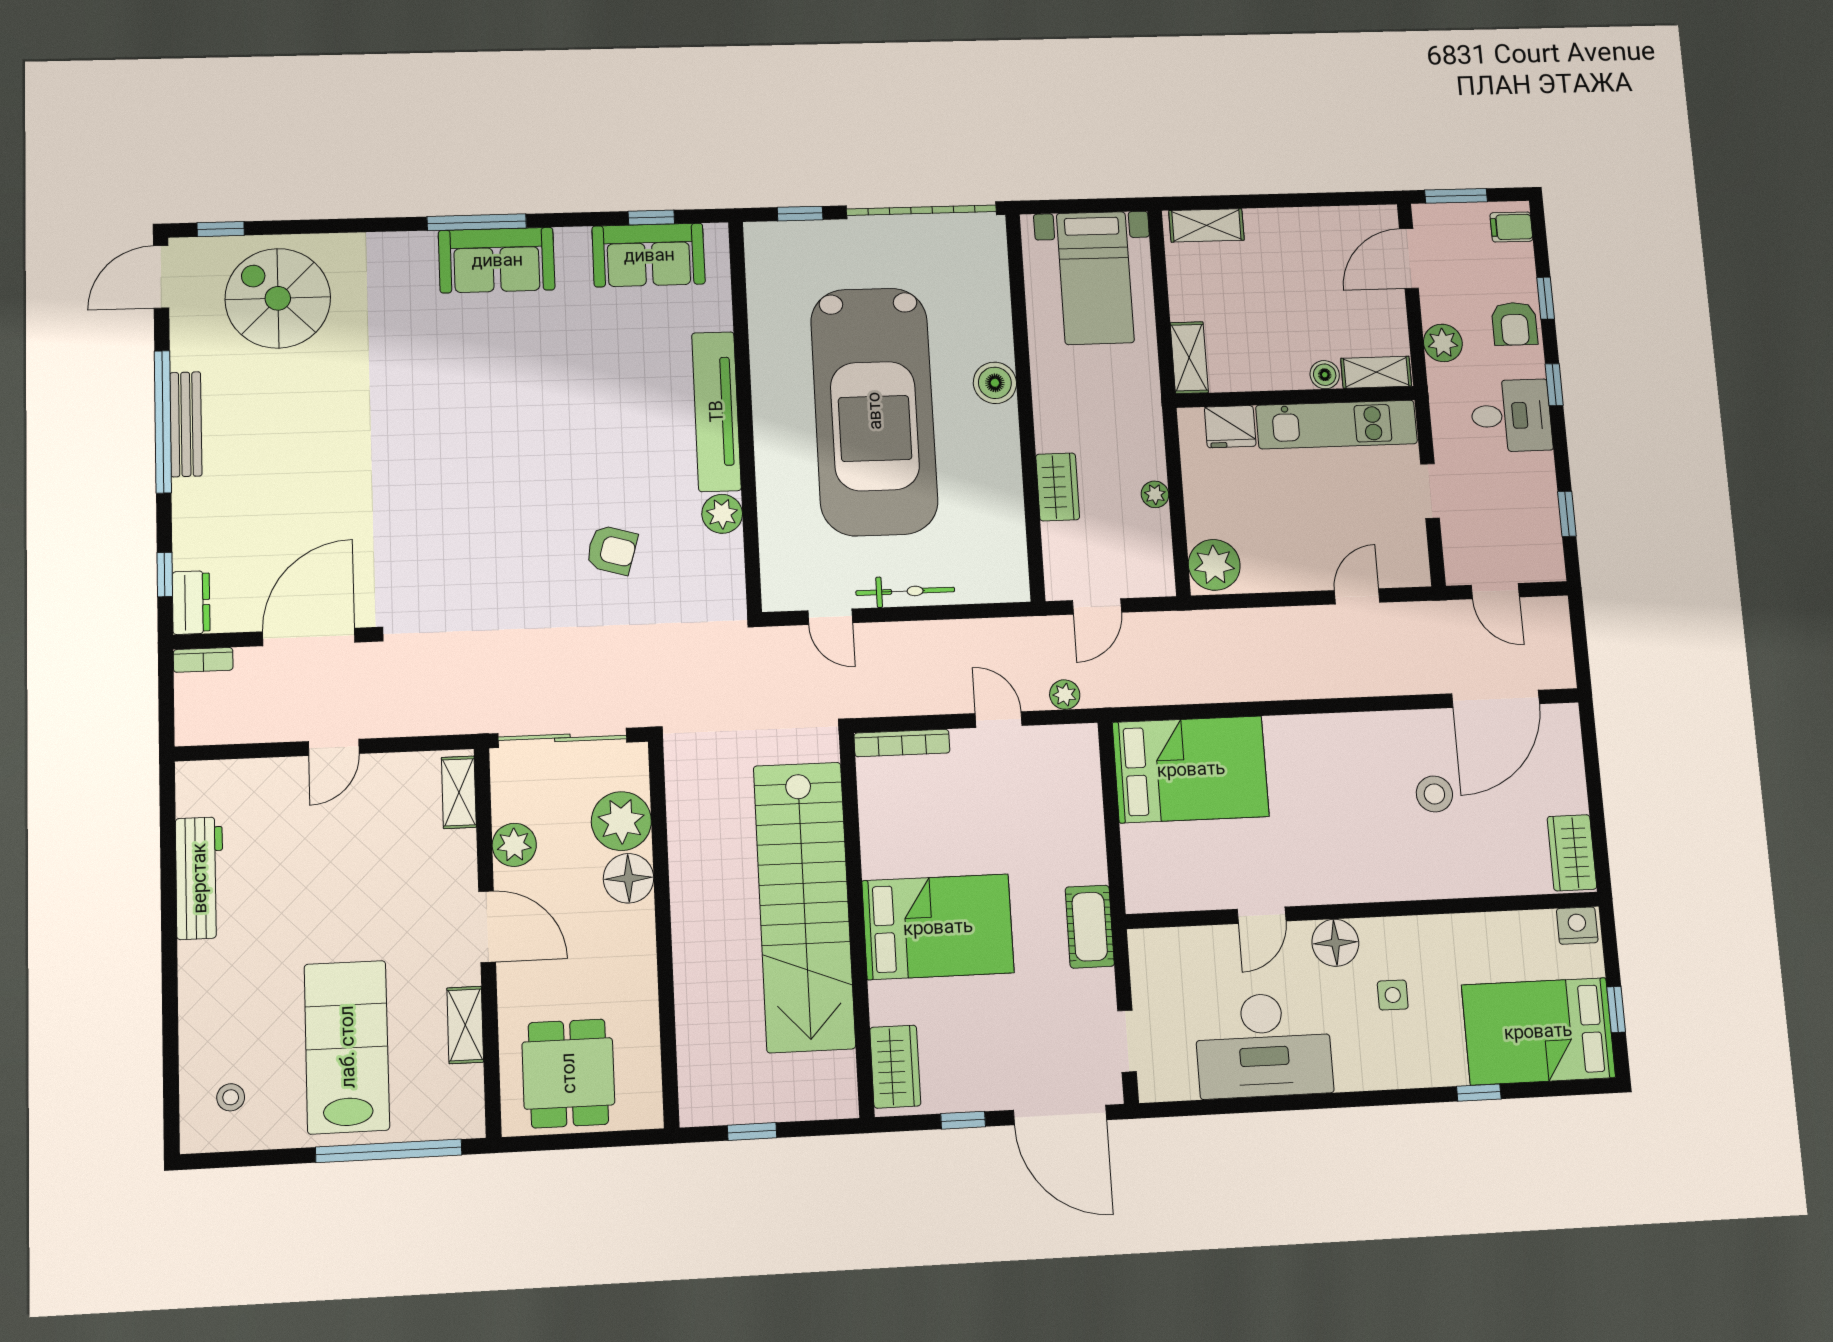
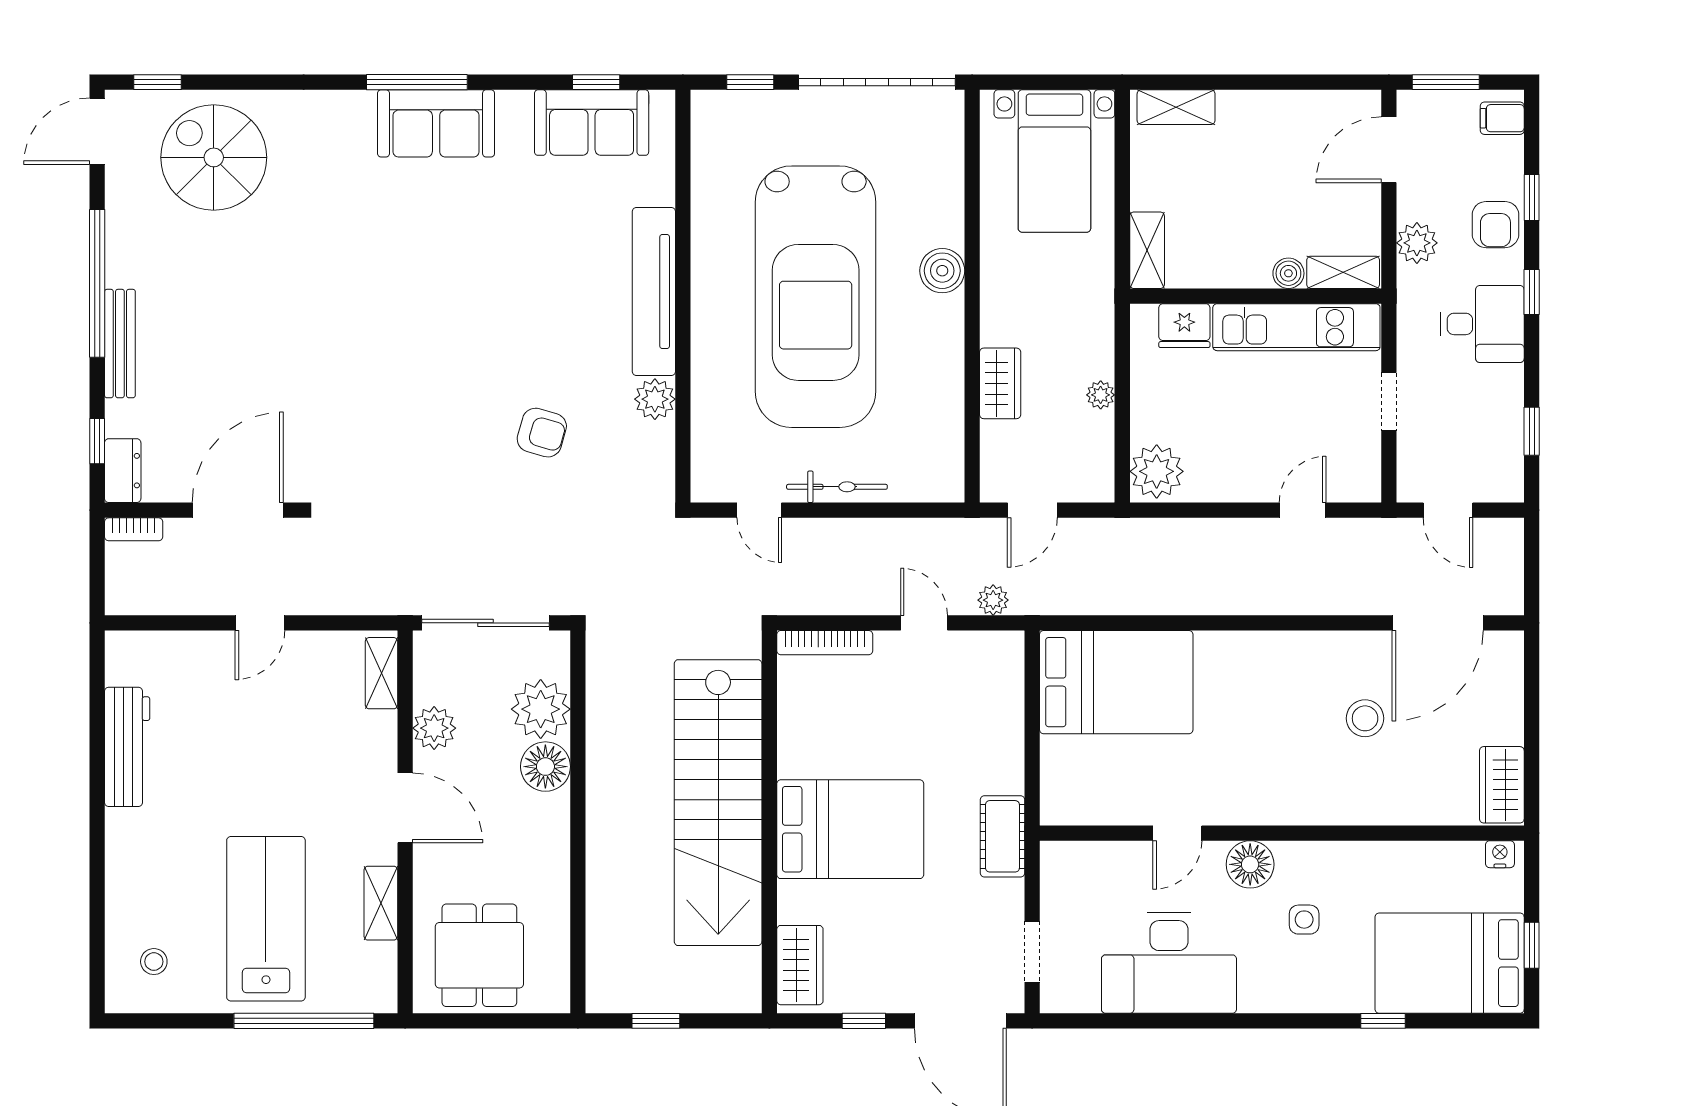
bench: (186, 424) -> (120, 344), moved
nightstand: (1577, 926) -> (1500, 854), width x0.72, depth x0.74

